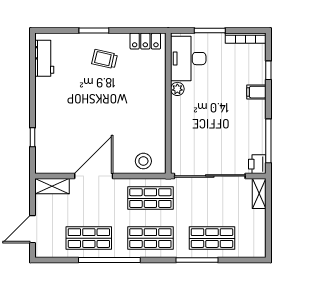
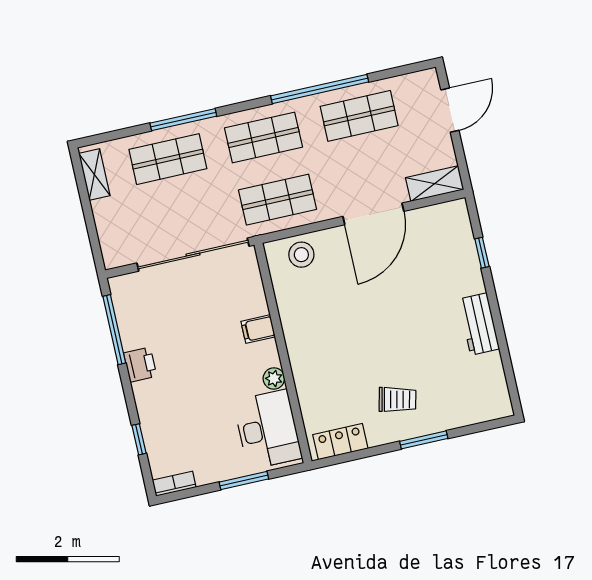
bookcase: (246, 38) -> (174, 484), width x0.64
workbench: (44, 58) -> (479, 324), moved
filing cabinet: (256, 92) -> (258, 329), moved, turned 180
printer: (257, 164) -> (140, 365), moved
shelving: (259, 194) -> (94, 174), moved

